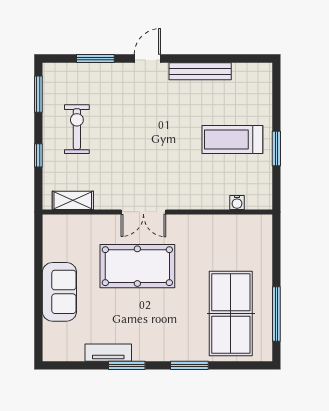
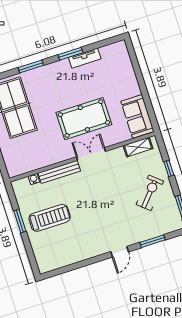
bench: (200, 71) -> (59, 172), moved
exercise bike: (77, 129) -> (150, 193), turned -139
sofa: (59, 292) -> (137, 116), moved

